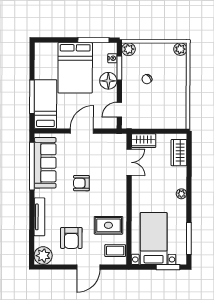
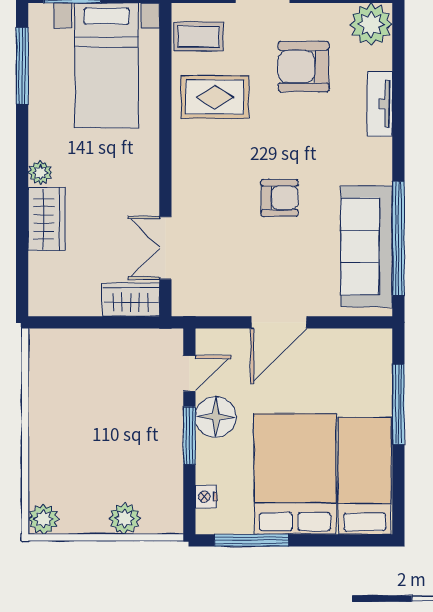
plant: (128, 49) -> (125, 519), moved
window: (119, 68) -> (189, 436), moved
chair: (147, 79) -> (123, 447), removed
floor lamp: (108, 81) -> (216, 417), moved
bed: (45, 104) -> (365, 476), moved, turned 180
wardrobe: (179, 153) -> (47, 219), moved
tv unit: (39, 217) -> (380, 104), width x0.71
armchair: (71, 238) -> (304, 67), turned -90

